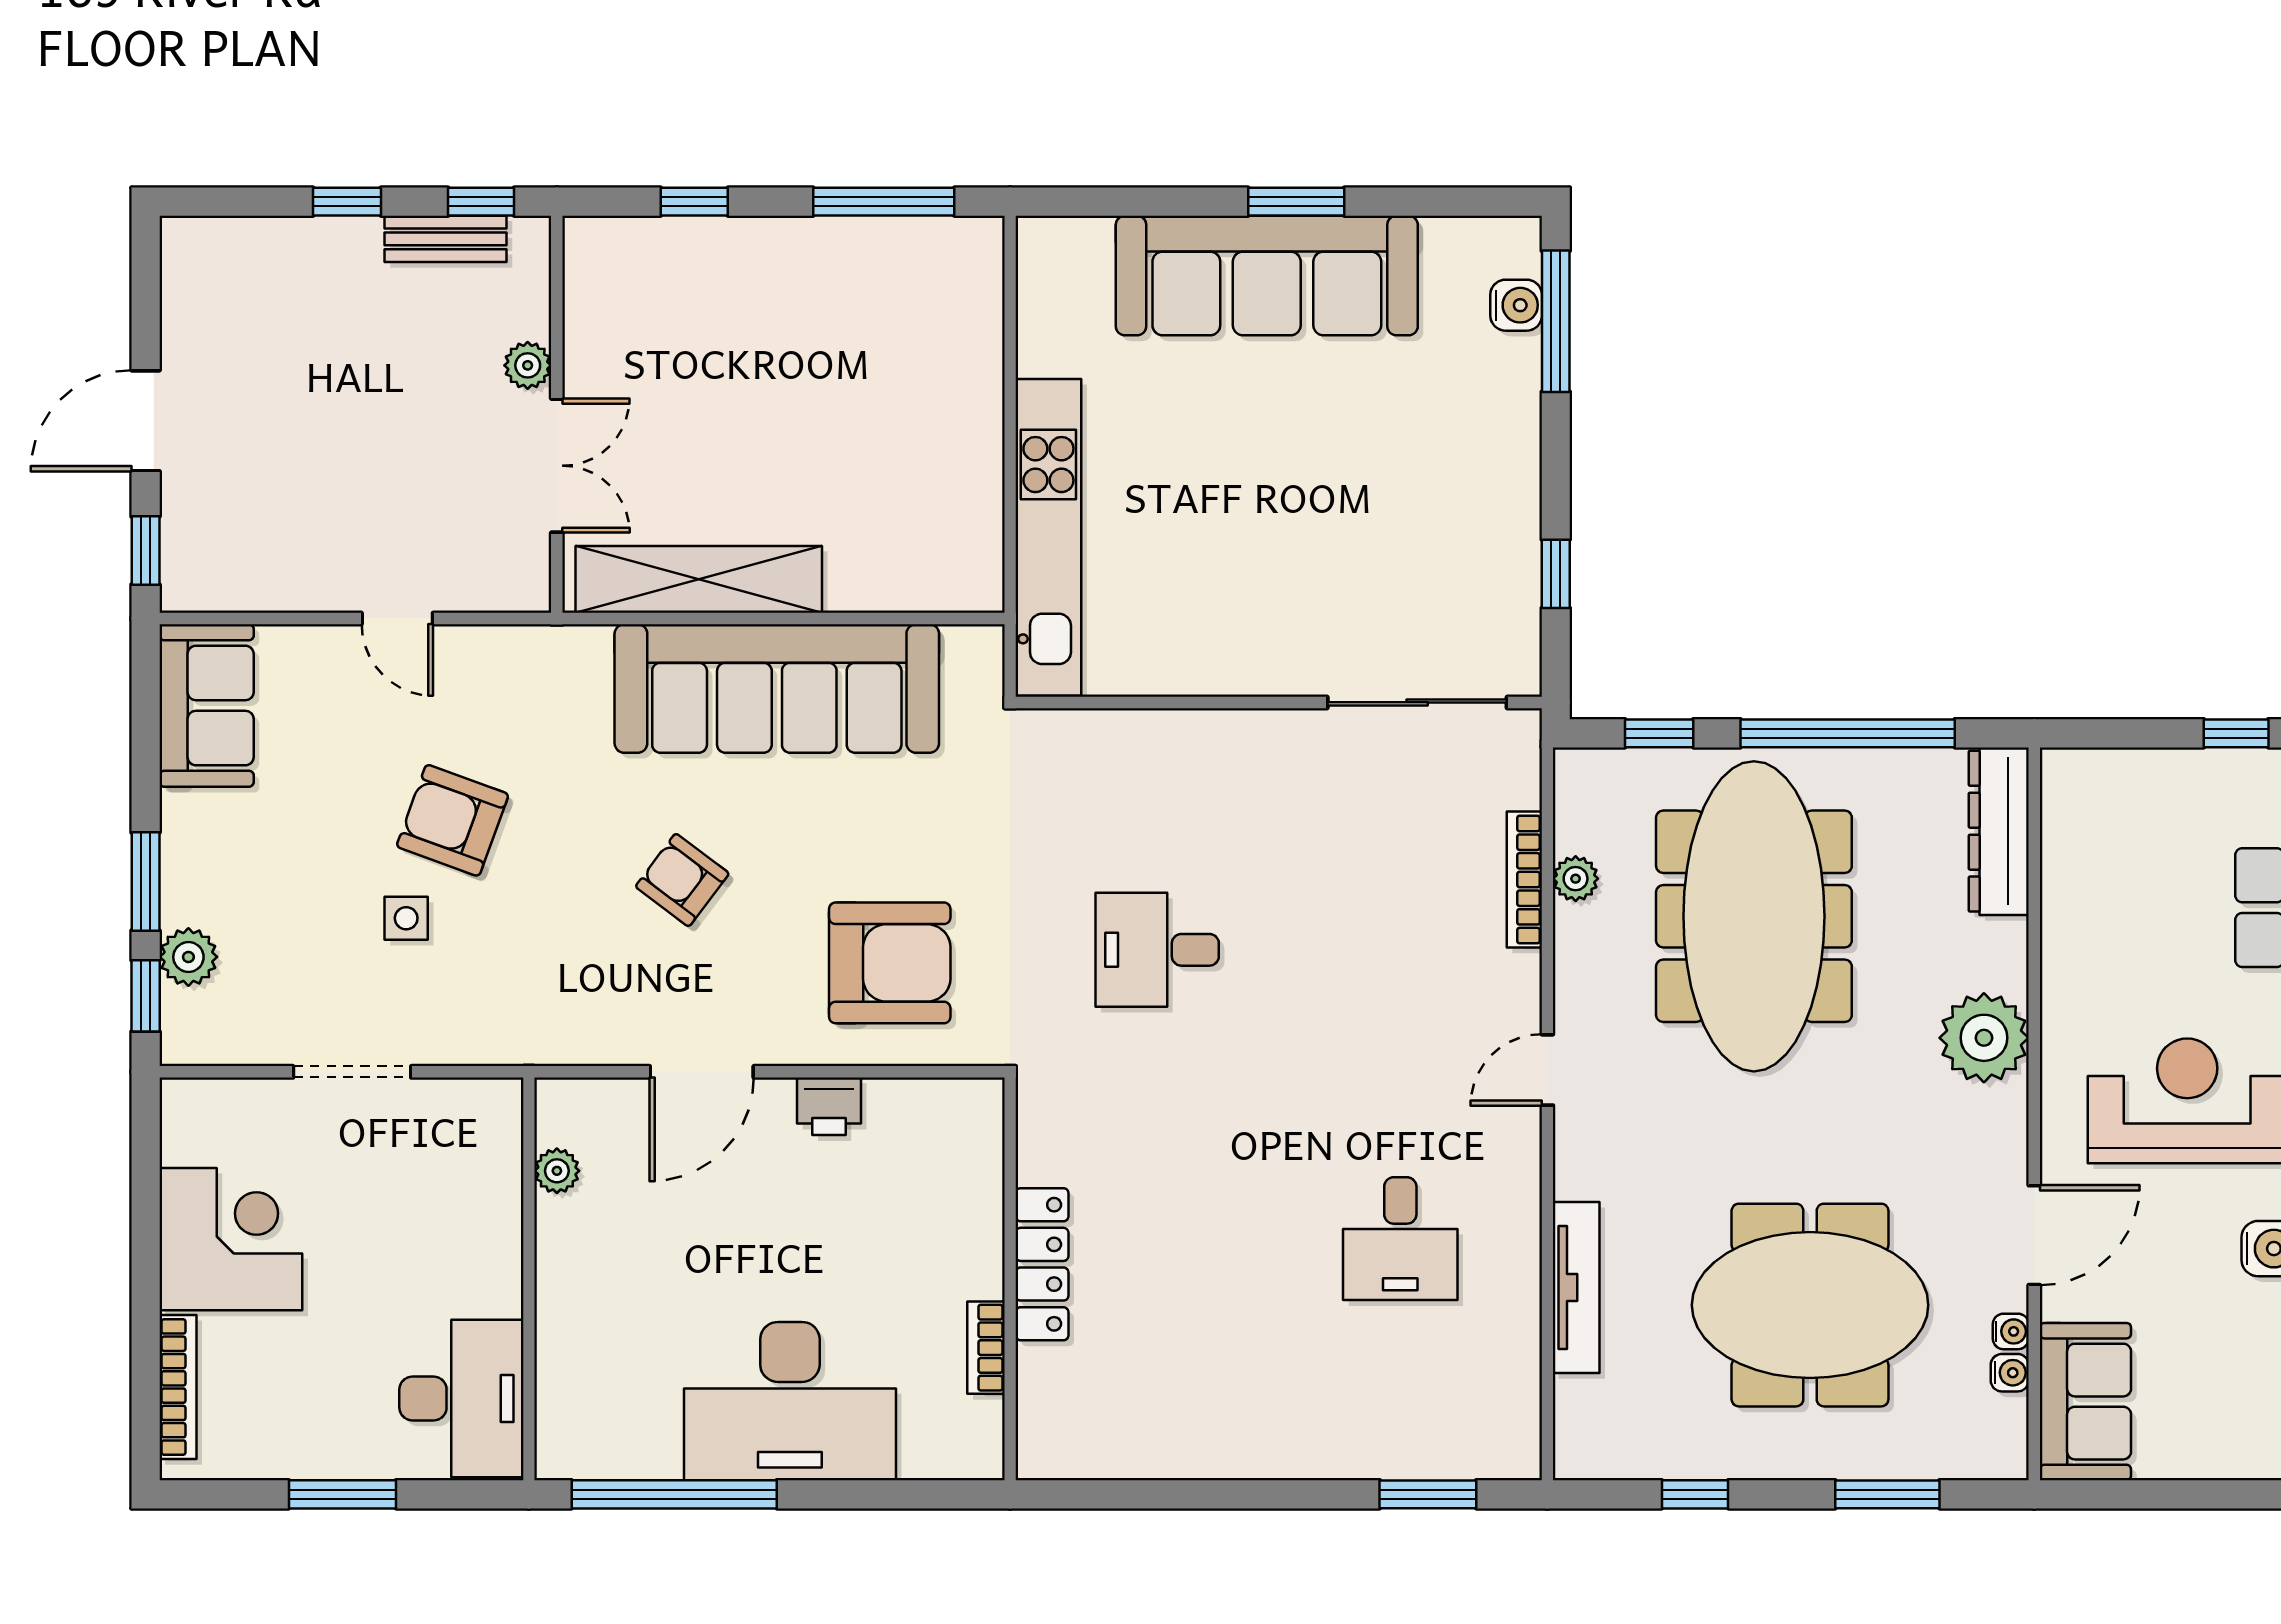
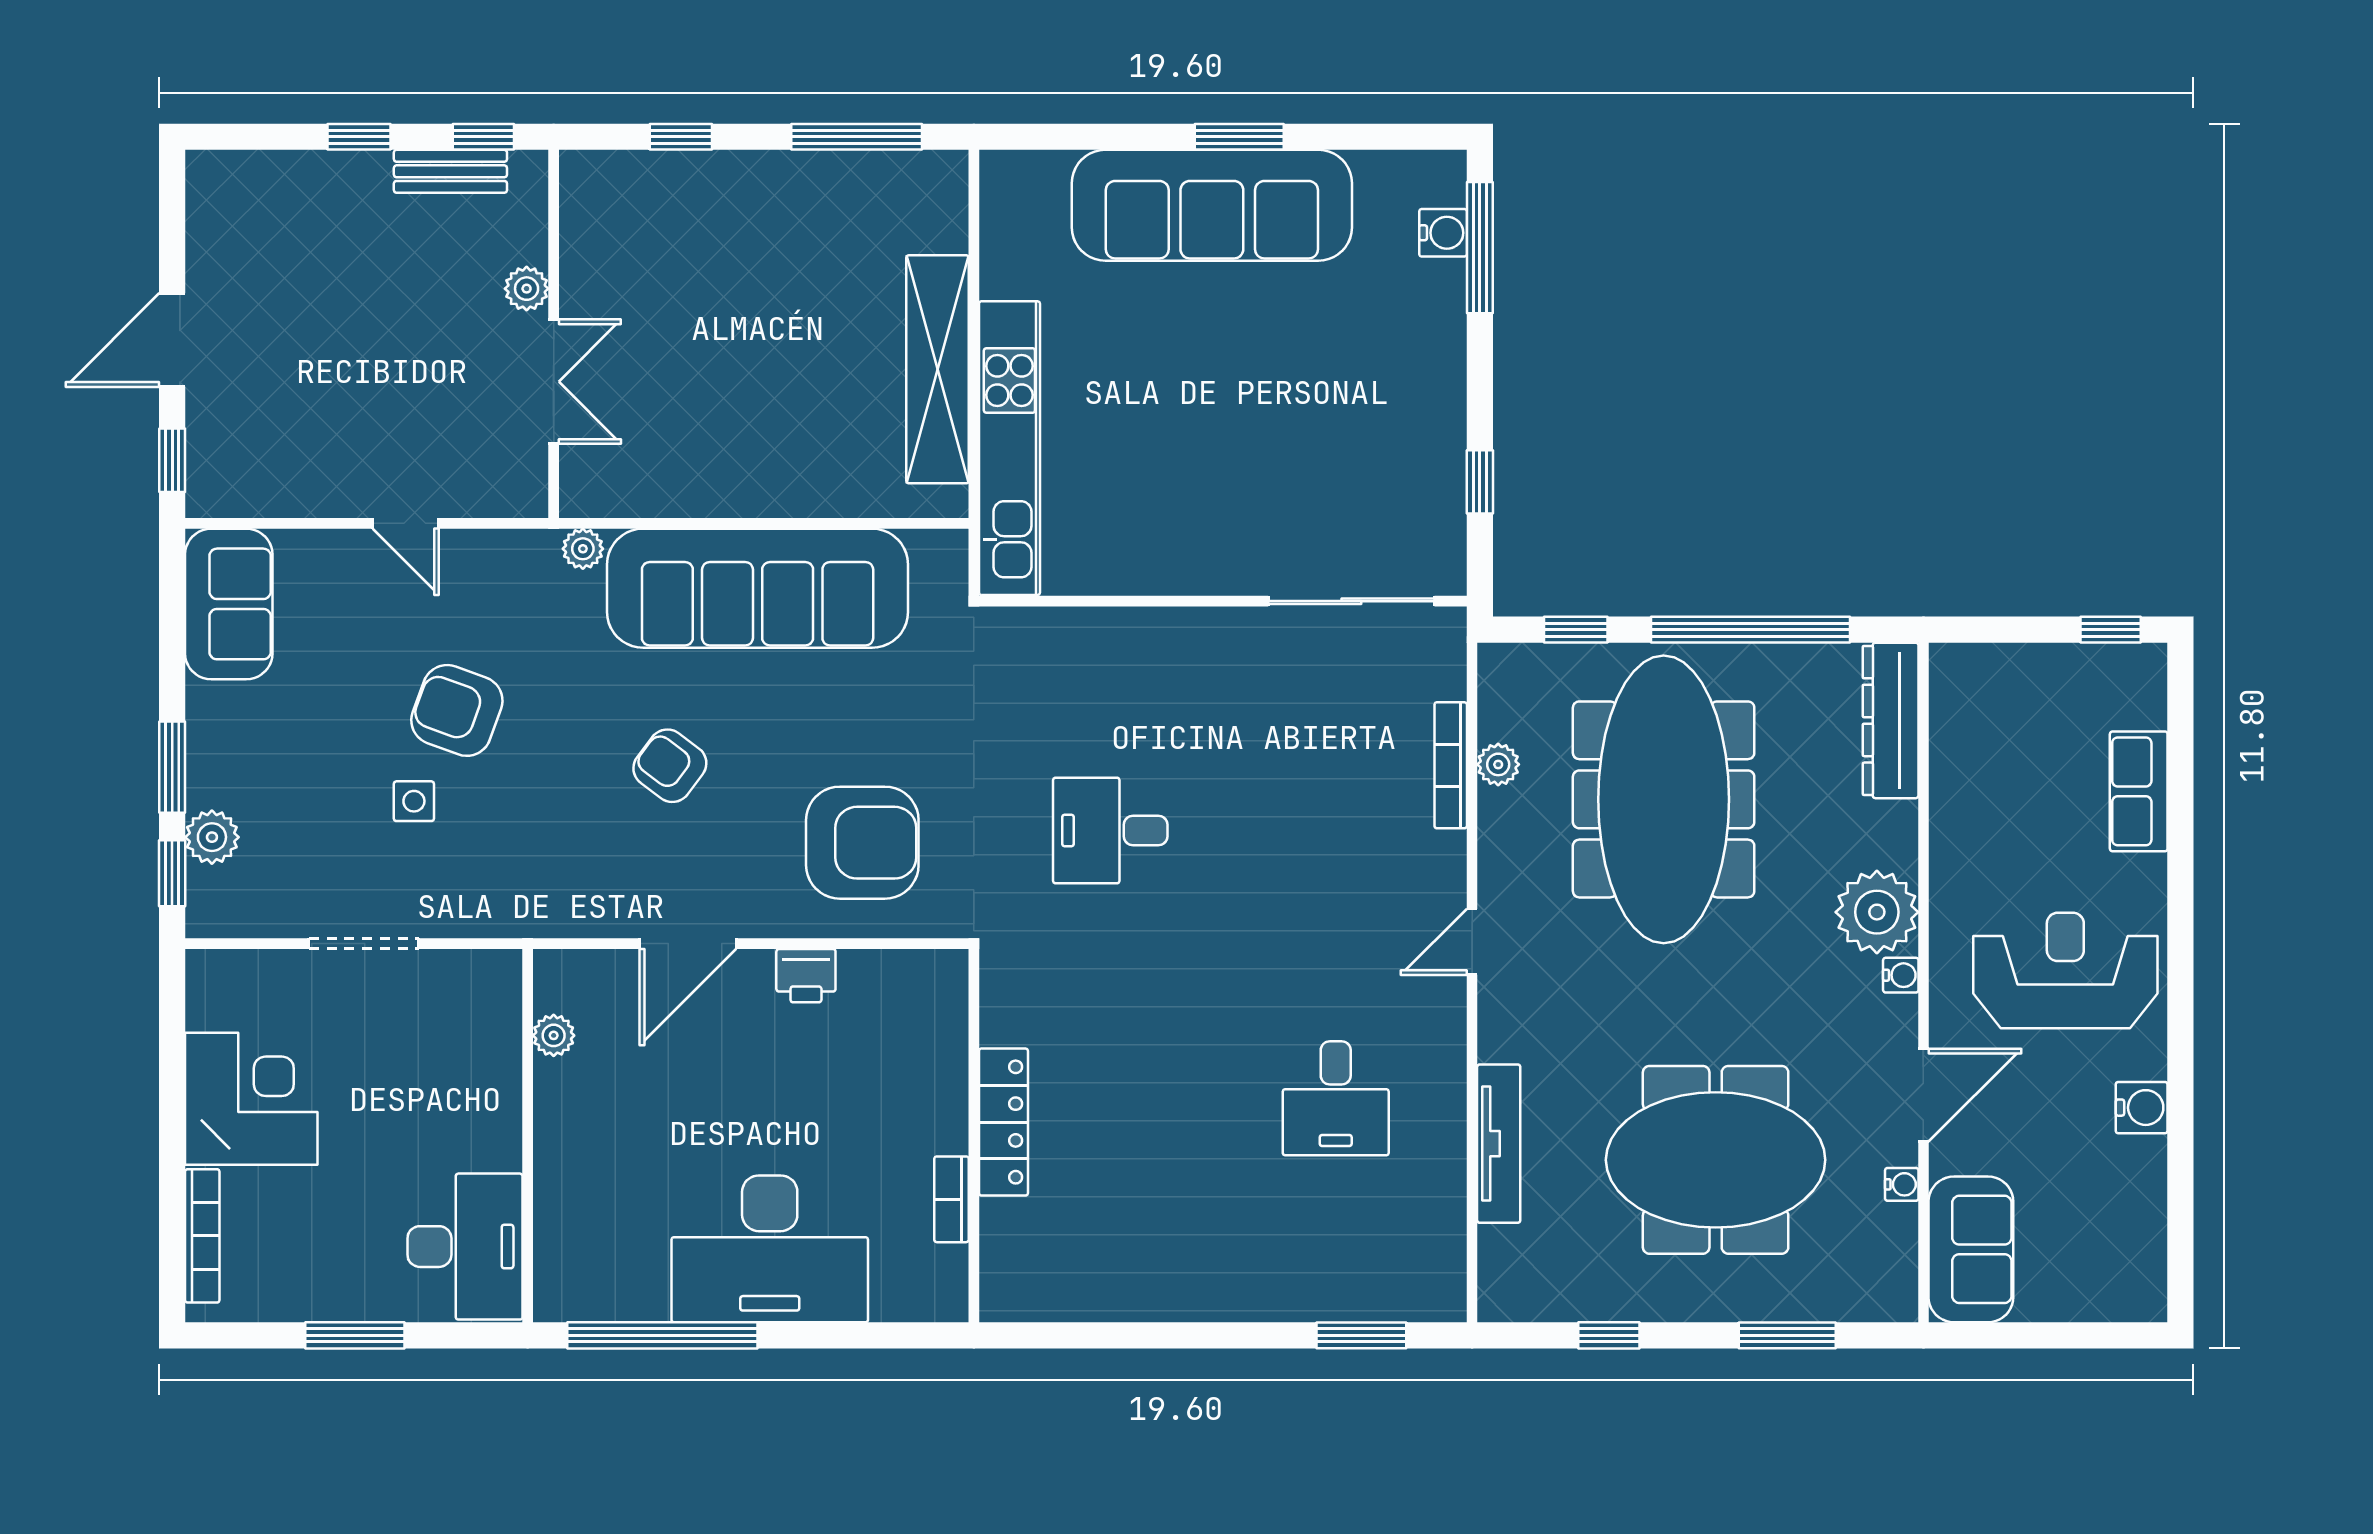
shelving: (699, 579) -> (938, 369), moved, turned 90
plant: (588, 646) -> (583, 549), added
water cooler: (2010, 1373) -> (1901, 975), moved

